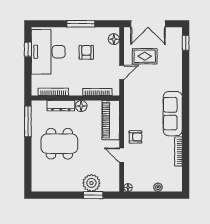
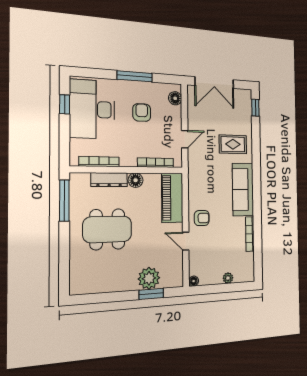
rug: (145, 56) -> (233, 144), moved

